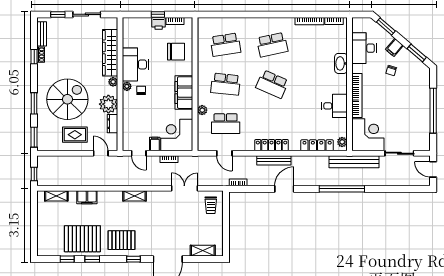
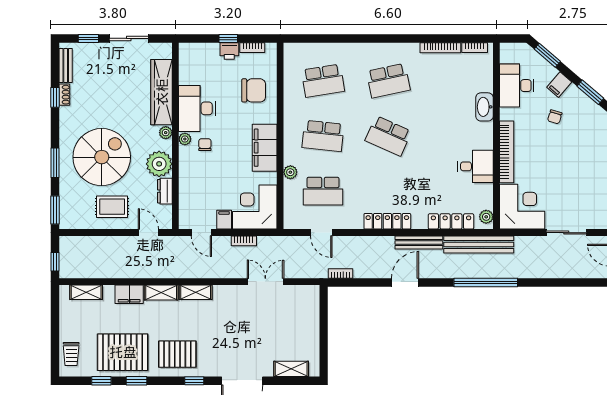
bench: (274, 160) -> (419, 242), moved
bench: (354, 162) -> (479, 244), moved
shelving: (110, 196) -> (161, 292), added
trolley: (211, 205) -> (71, 354), moved

